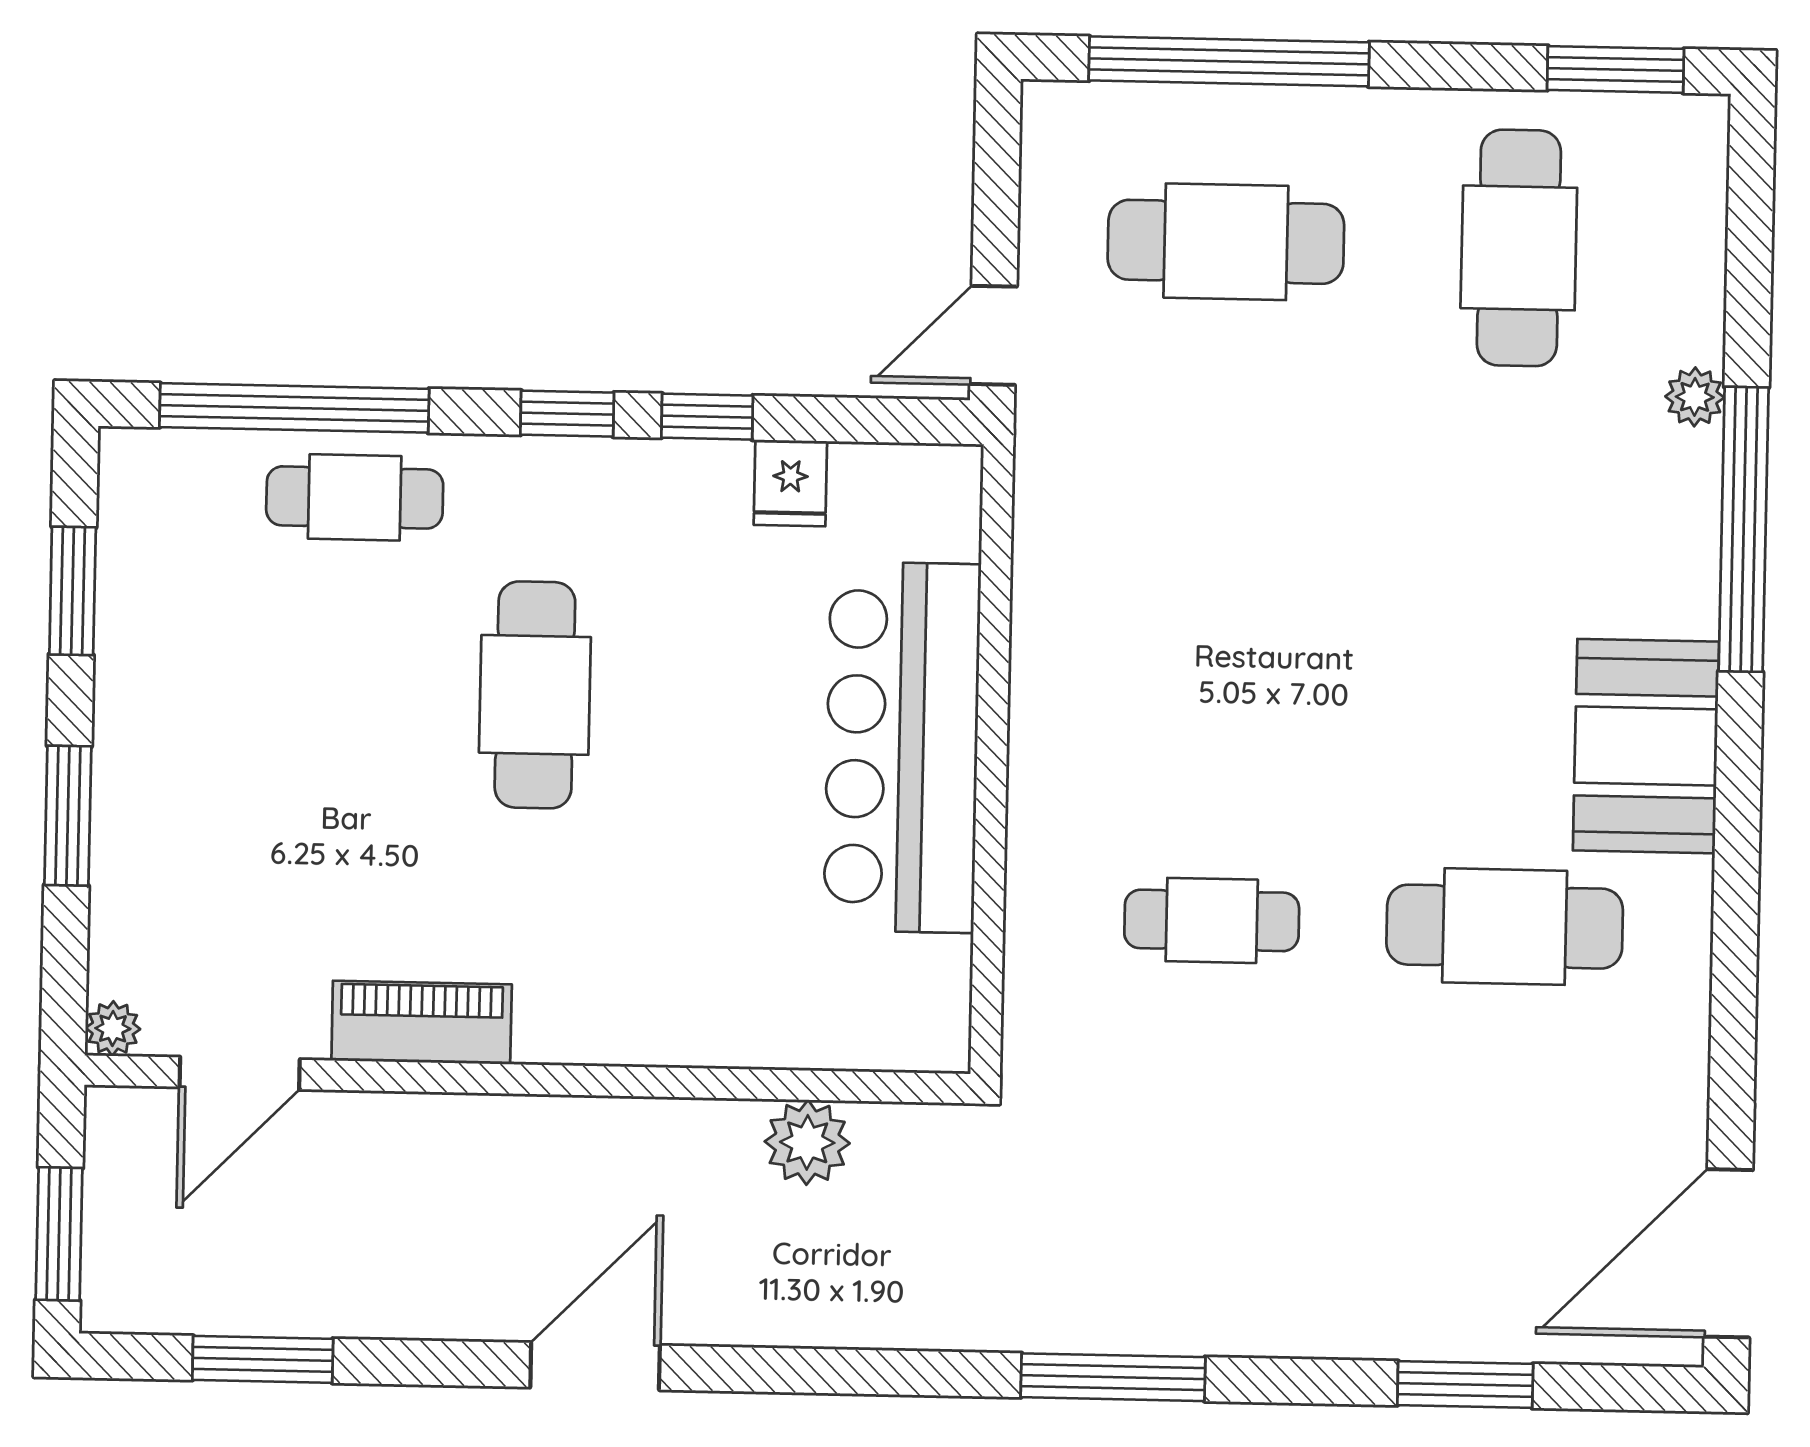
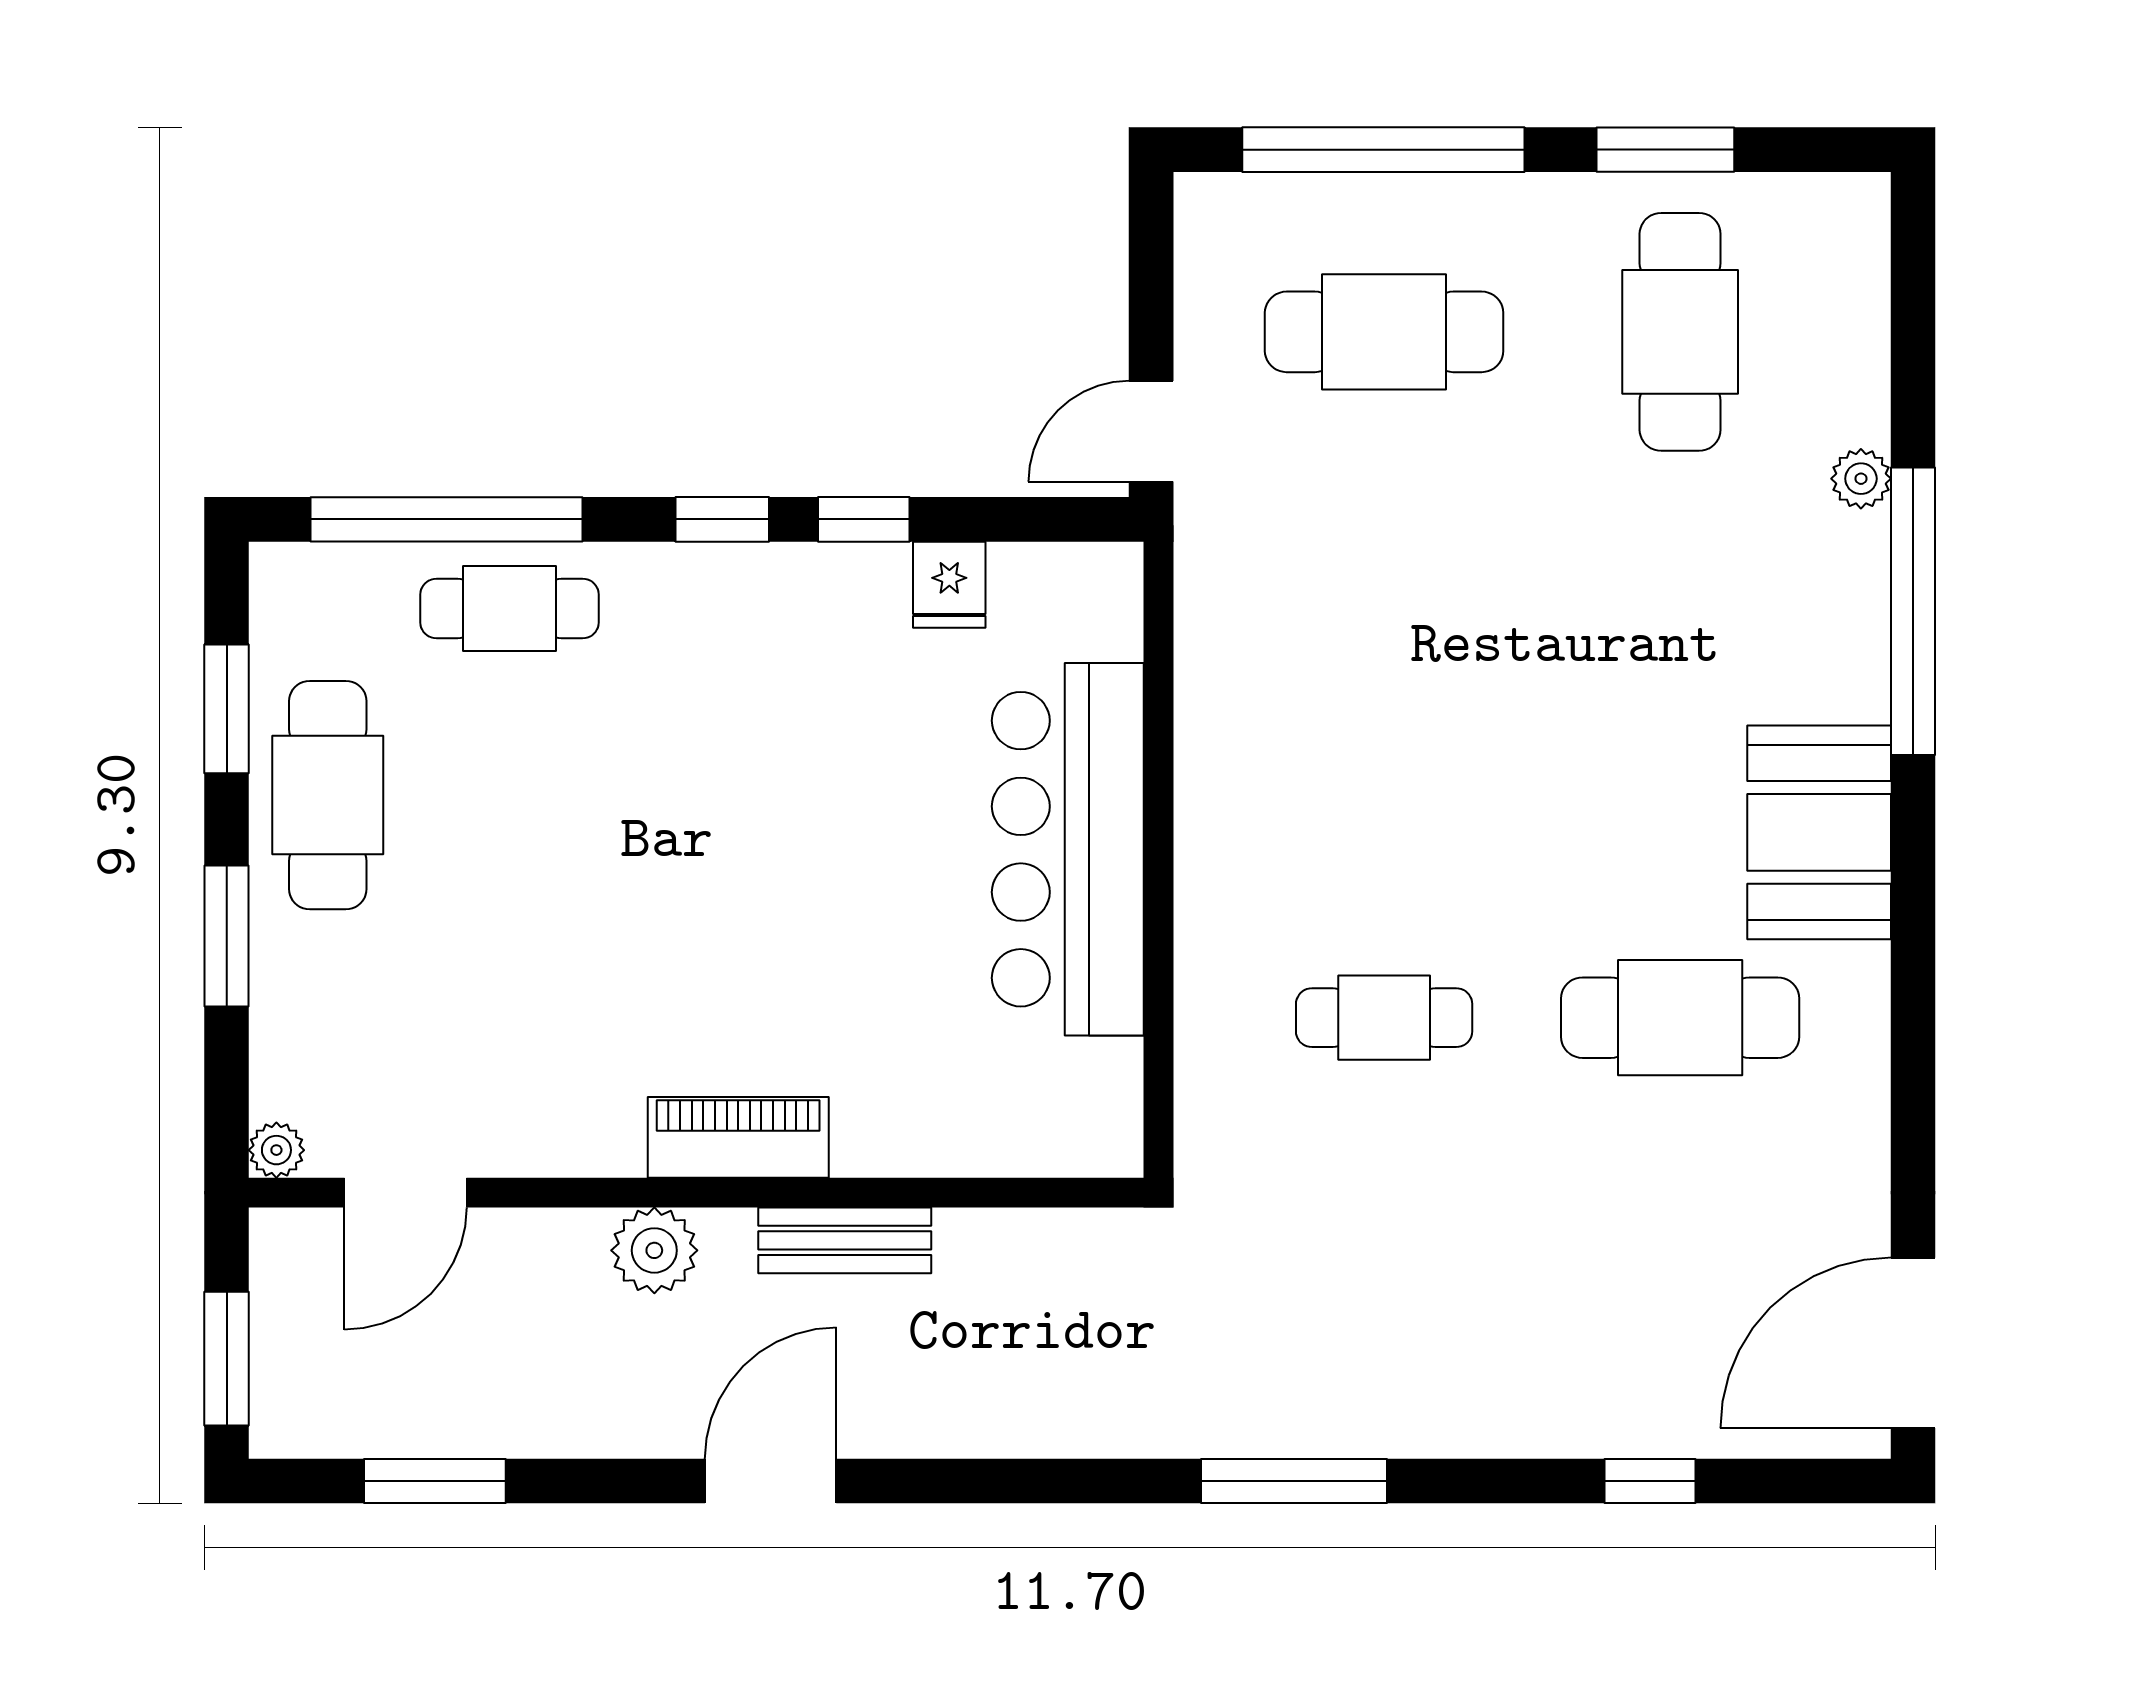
window: (1616, 69) -> (1665, 150), moved
cafe table: (535, 695) -> (328, 795), moved
piano: (422, 1022) -> (738, 1137), moved
bench: (673, 1130) -> (845, 1240), added
plant: (807, 1142) -> (654, 1250), moved
window: (1465, 1385) -> (1650, 1481), width x0.67

